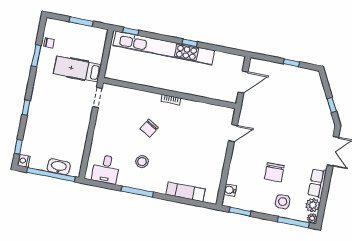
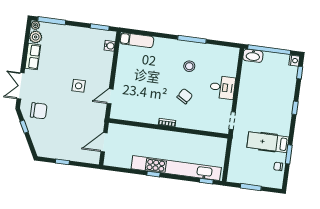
hospital bed: (77, 69) -> (268, 142), moved, turned 180
washbasin: (59, 167) -> (253, 56), moved
desk: (106, 169) -> (222, 87), moved, turned 90
chair: (274, 172) -> (39, 111), moved, turned 90
exam couch: (186, 192) -> (137, 40), moved
side table: (283, 202) -> (79, 86), moved

